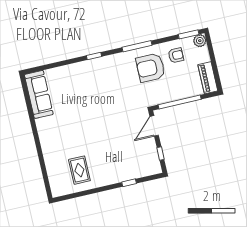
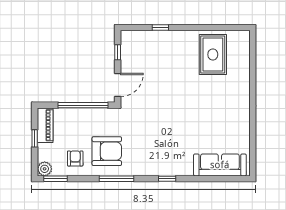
armchair: (176, 55) -> (75, 158), turned 90
window: (214, 64) -> (35, 138), added
sofa: (39, 94) -> (220, 165), moved, turned 90
rug: (79, 170) -> (213, 54), width x1.36, depth x1.43

